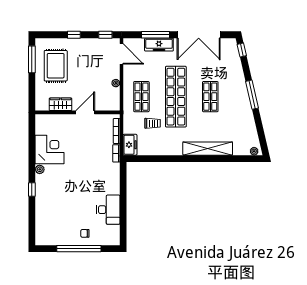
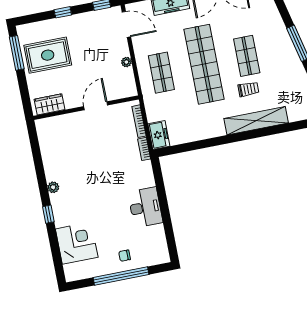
rug: (56, 66) -> (48, 55), turned 90
wardrobe: (61, 104) -> (50, 104), moved
trolley: (152, 123) -> (248, 89), moved
corner desk: (50, 150) -> (77, 243), moved
desk: (108, 210) -> (145, 207), moved

